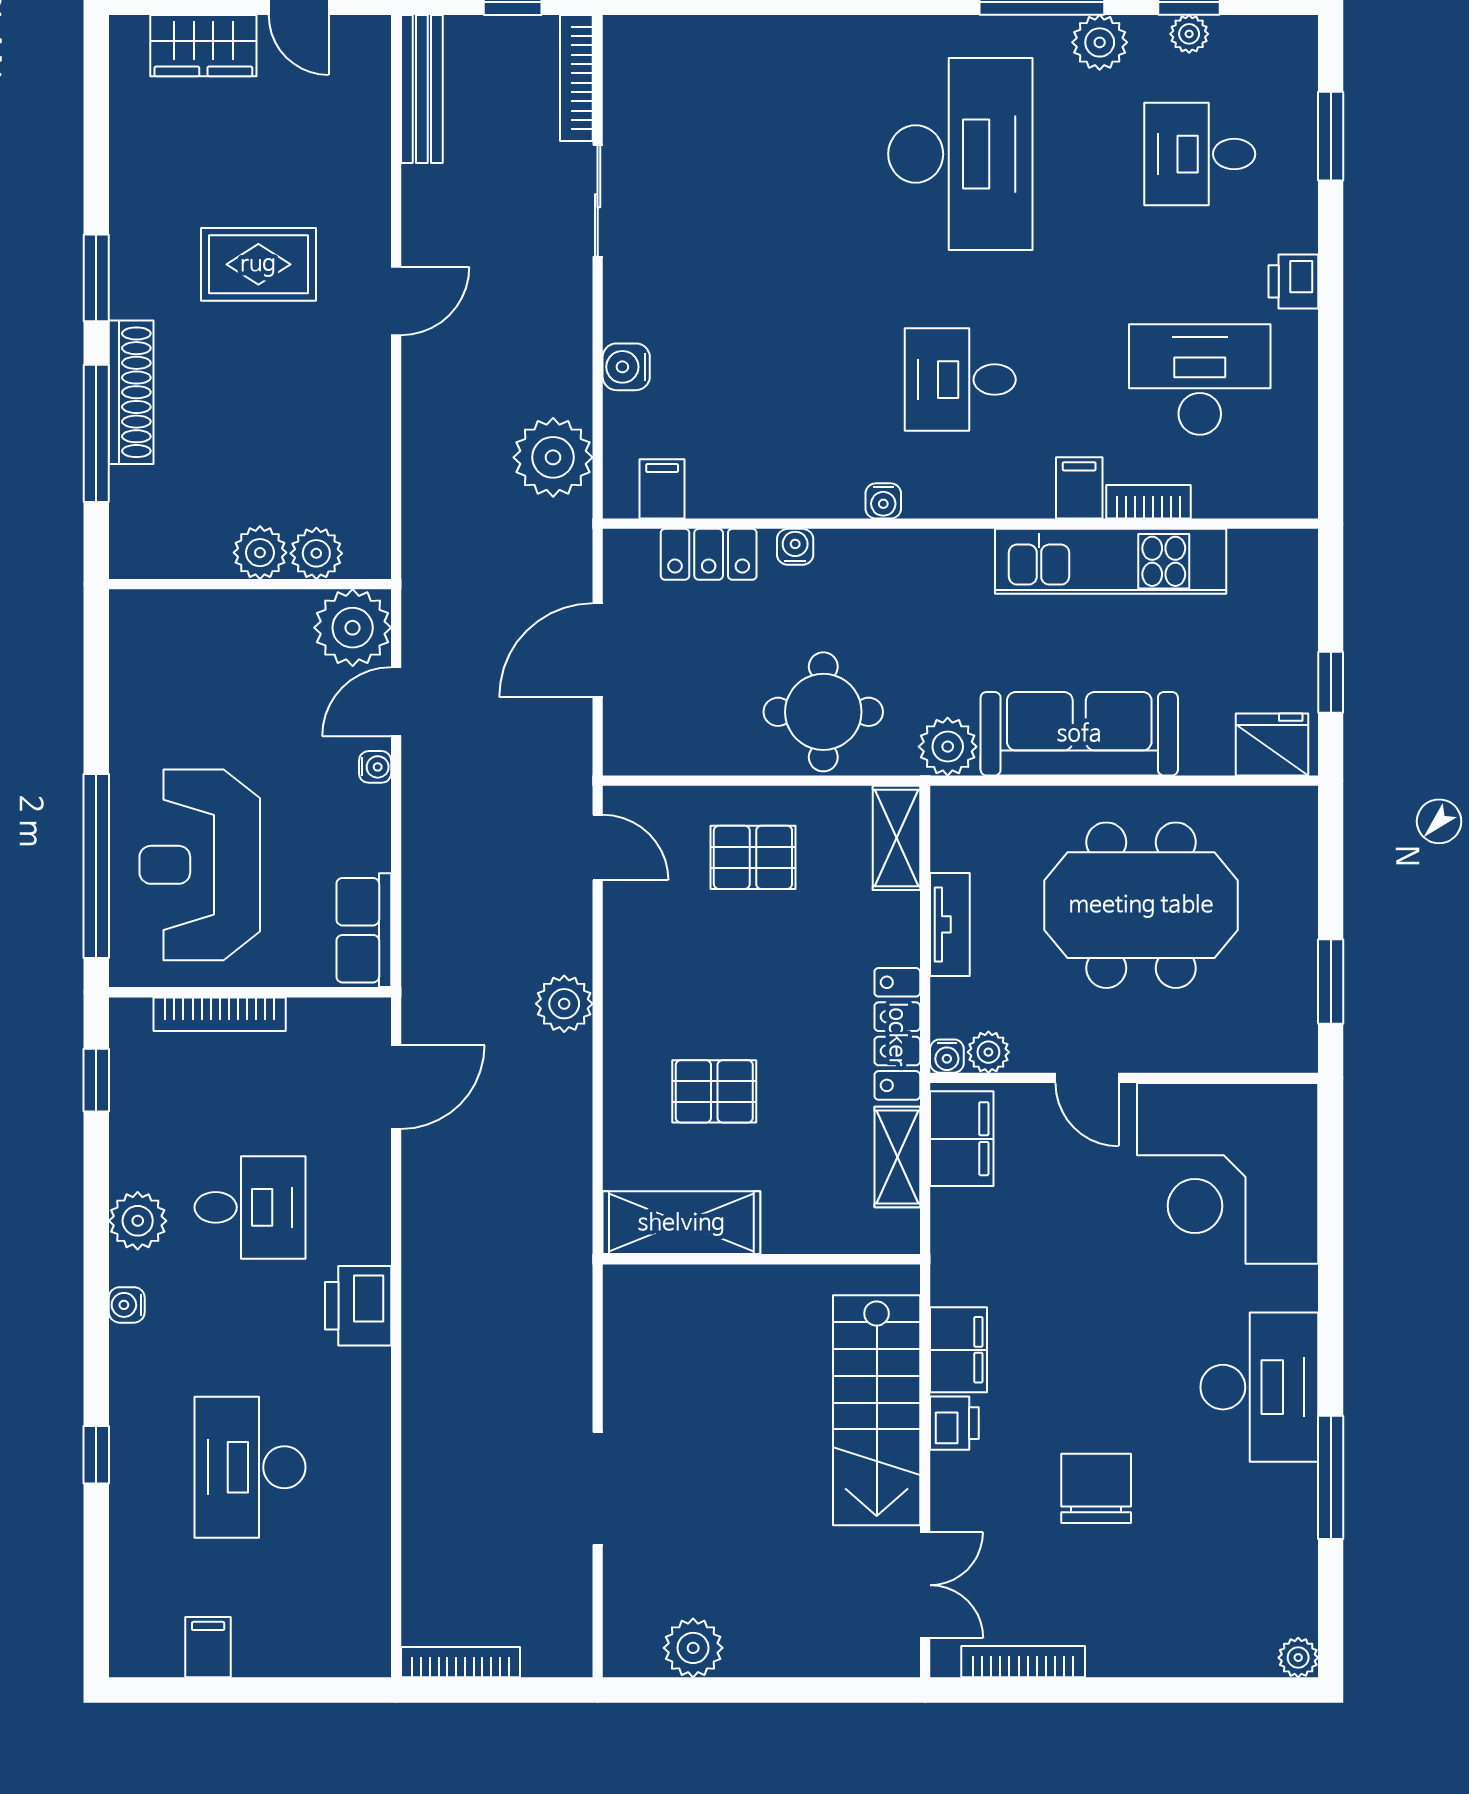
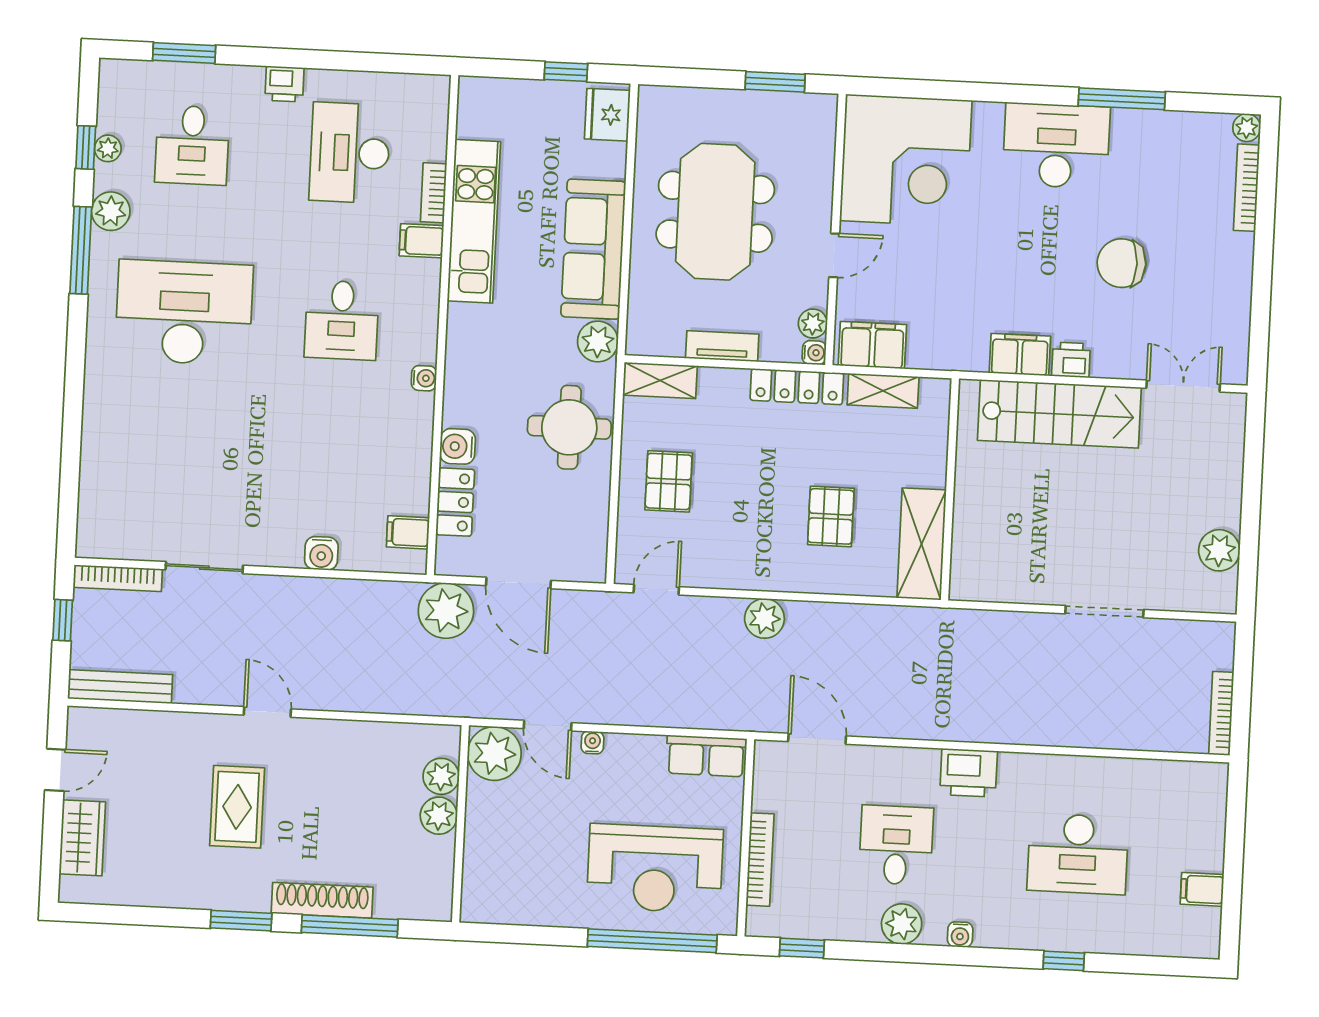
plant: (553, 457) -> (446, 611), moved
water cooler: (795, 547) -> (458, 446), width x1.38, depth x1.38
bookcase: (1023, 1662) -> (1247, 188), moved

